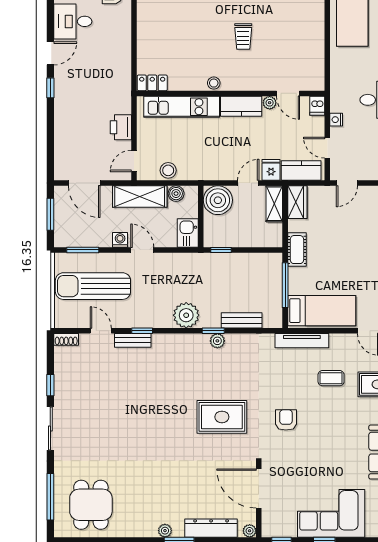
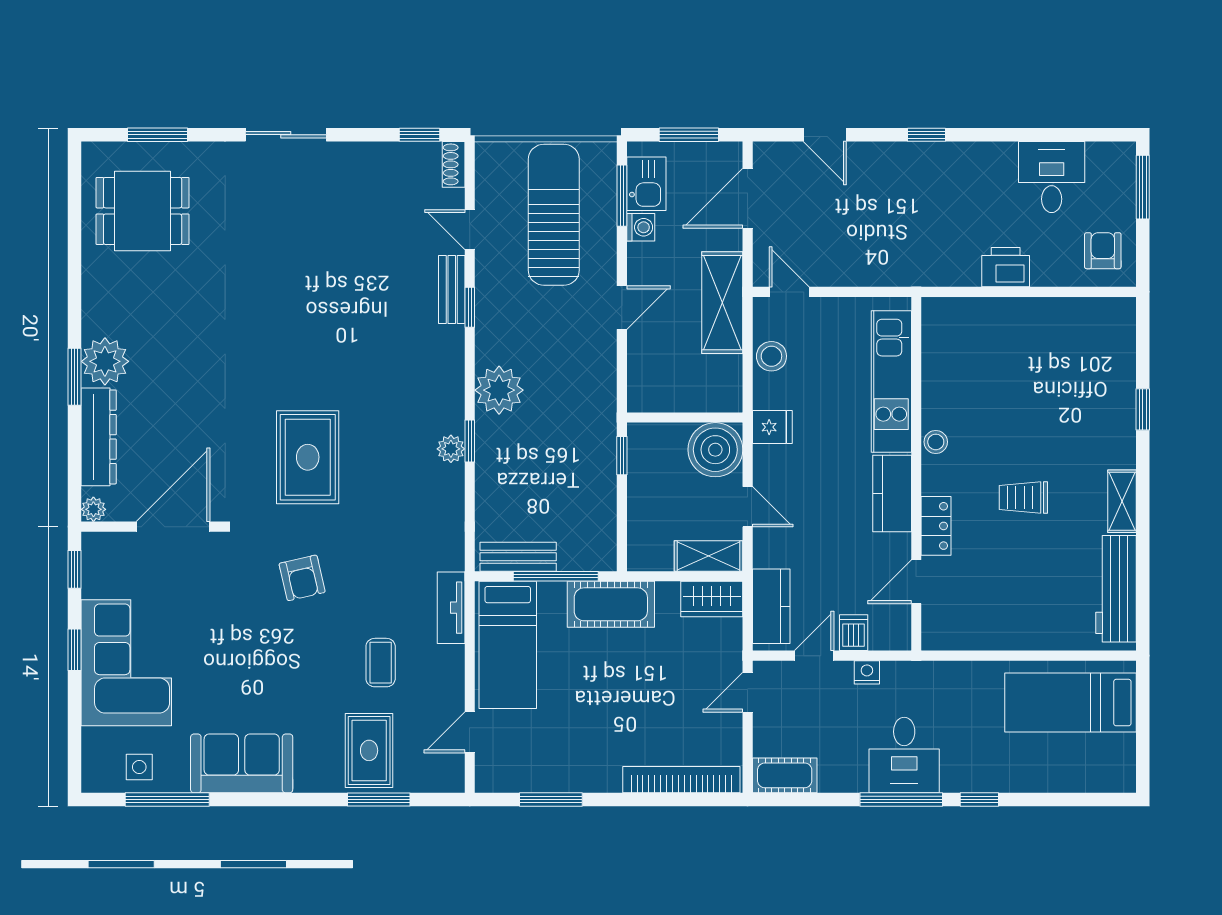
door: (50, 53) -> (825, 135), moved
locker: (152, 83) -> (936, 526), moved
plant: (270, 103) -> (899, 547), removed
dishwasher: (317, 106) -> (854, 633), moved, turned 90
printer: (121, 127) -> (1006, 267), moved
fridge: (271, 170) -> (772, 427), moved
door: (347, 183) -> (748, 692), hinge flipped
boiler: (176, 194) -> (728, 371), removed
kitchen sink: (188, 233) -> (646, 184), moved, turned 90
washing machine: (120, 240) -> (641, 227), moved
cot: (297, 250) -> (611, 604), width x1.37, depth x1.34
bench: (242, 320) -> (518, 557), moved, turned 90
door: (101, 331) -> (470, 230), swing flipped
tv unit: (302, 341) -> (451, 608), width x0.71
window: (50, 385) -> (420, 135), moved
armchair: (286, 420) -> (302, 578), turned 77
window: (50, 497) -> (157, 135), width x0.69
plant: (165, 531) -> (105, 361), width x1.88, depth x1.88

